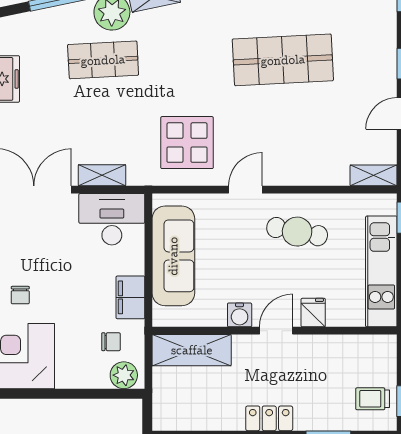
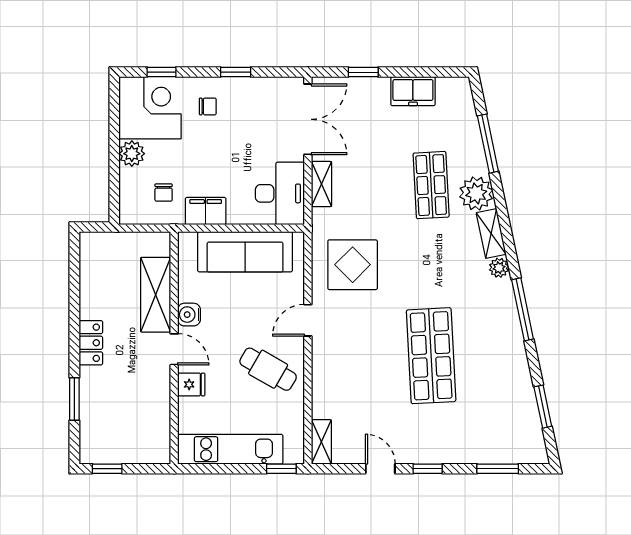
door: (245, 190) -> (308, 320), swing flipped
cafe table: (297, 232) -> (268, 369), turned -71
chair: (20, 295) -> (208, 106), turned 180
shelving: (192, 350) -> (156, 295), moved
plant: (124, 375) -> (132, 154), moved
trolley: (373, 399) -> (109, 441), removed

